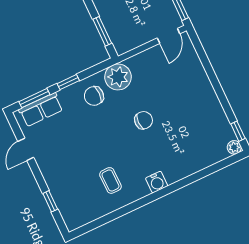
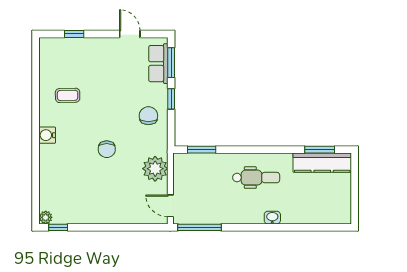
plant: (118, 77) -> (155, 169), moved

